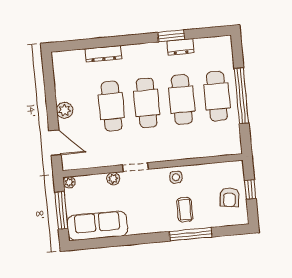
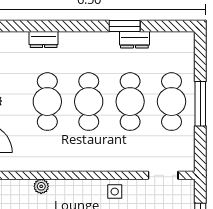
dresser: (103, 54) -> (44, 40), width x0.70
window: (241, 96) -> (200, 104), width x0.68
doorway: (135, 167) -> (163, 175), moved

